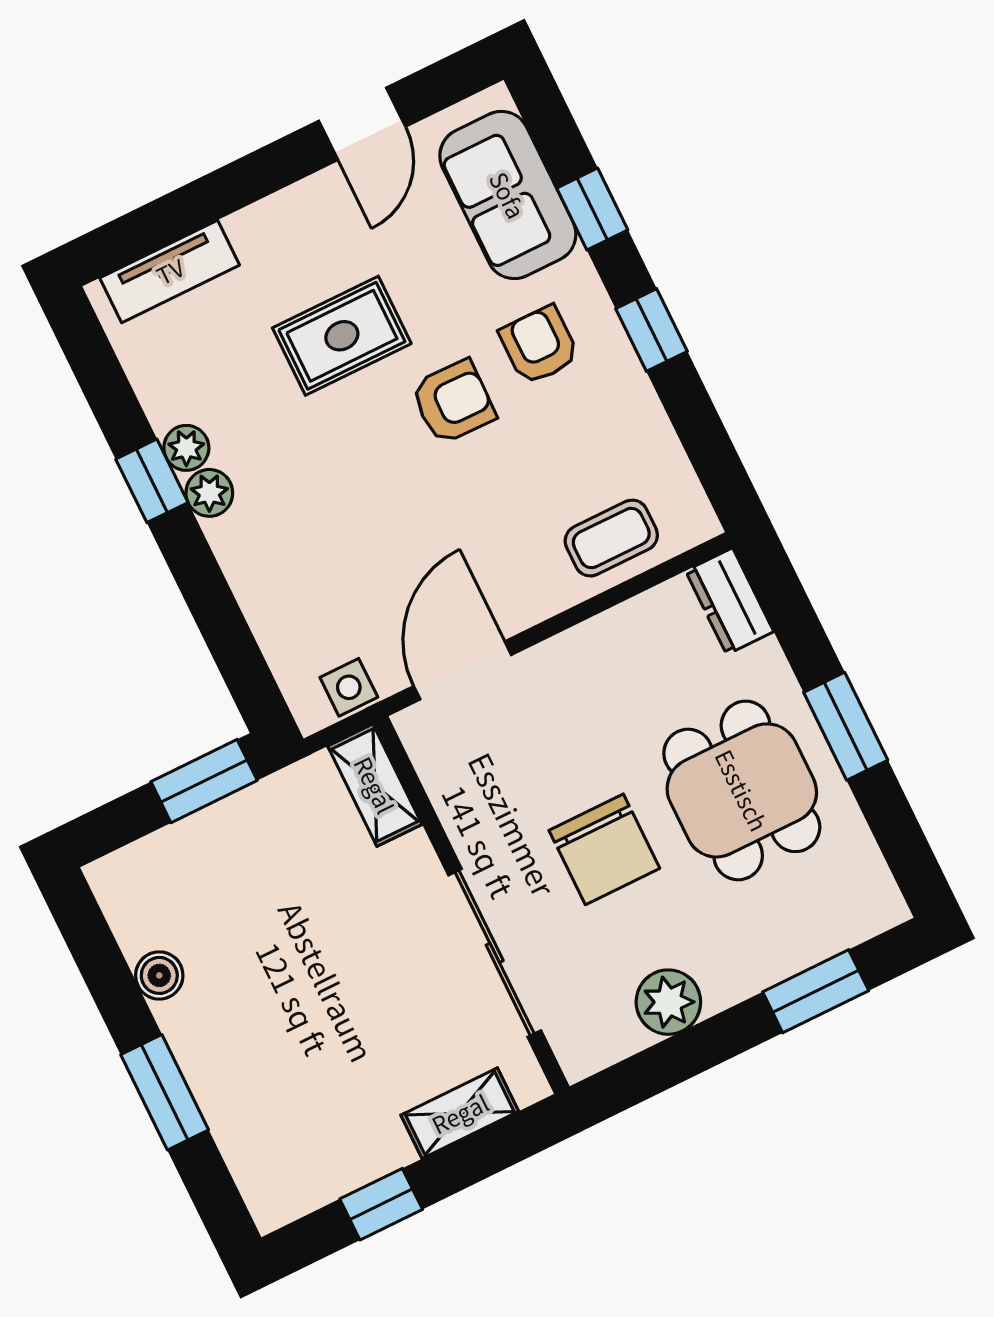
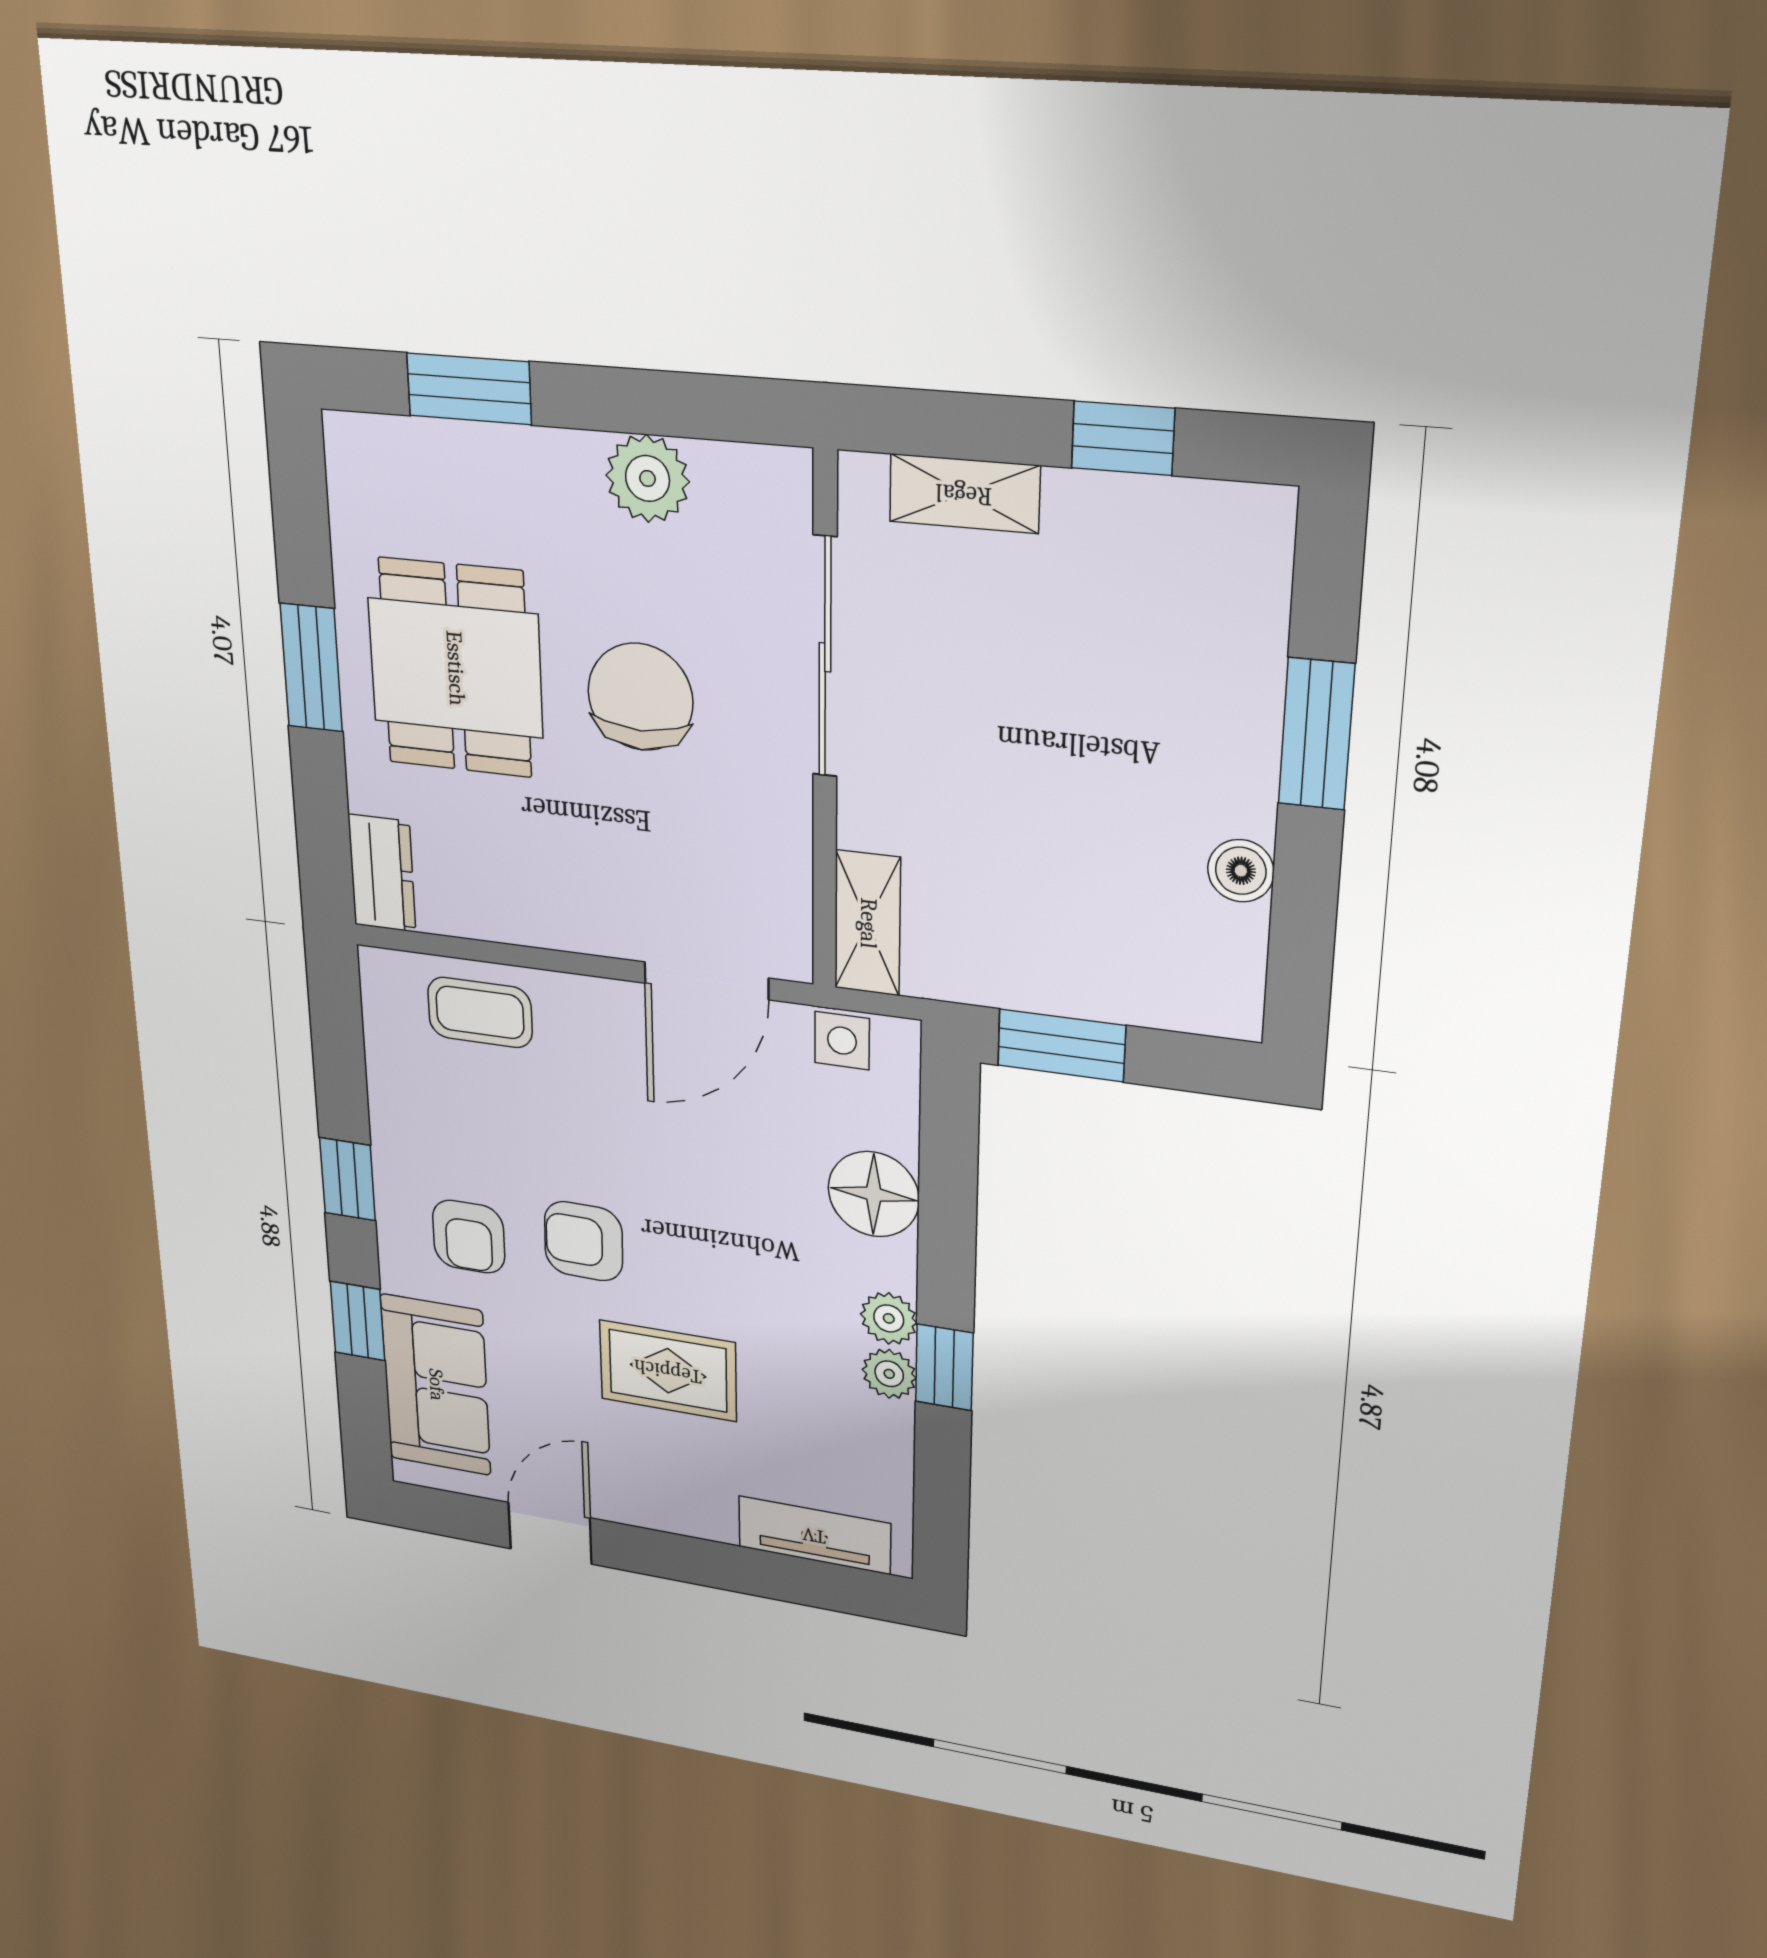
floor lamp: (269, 584) -> (874, 1194), added

